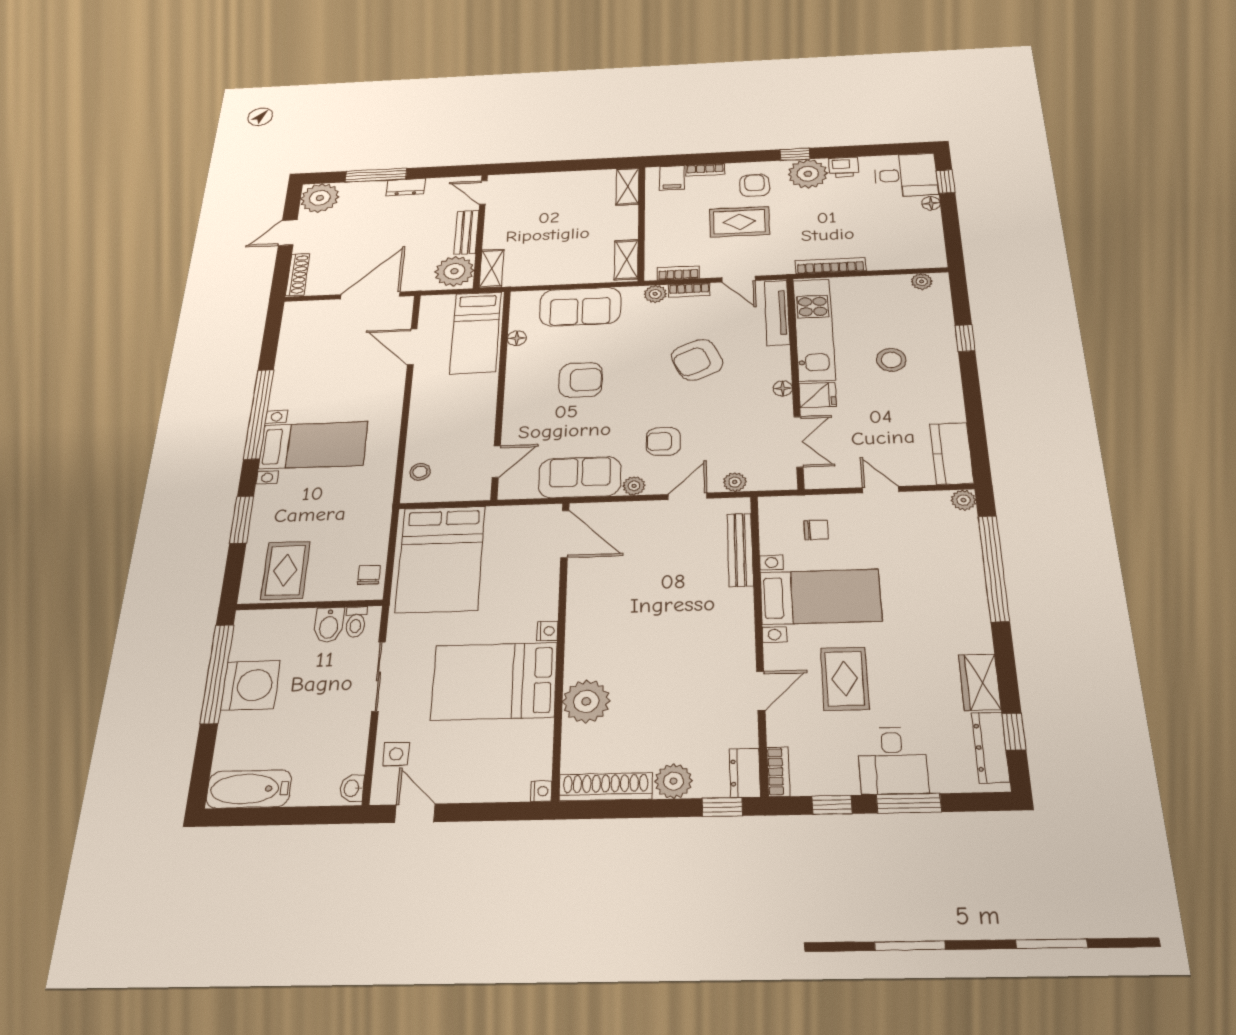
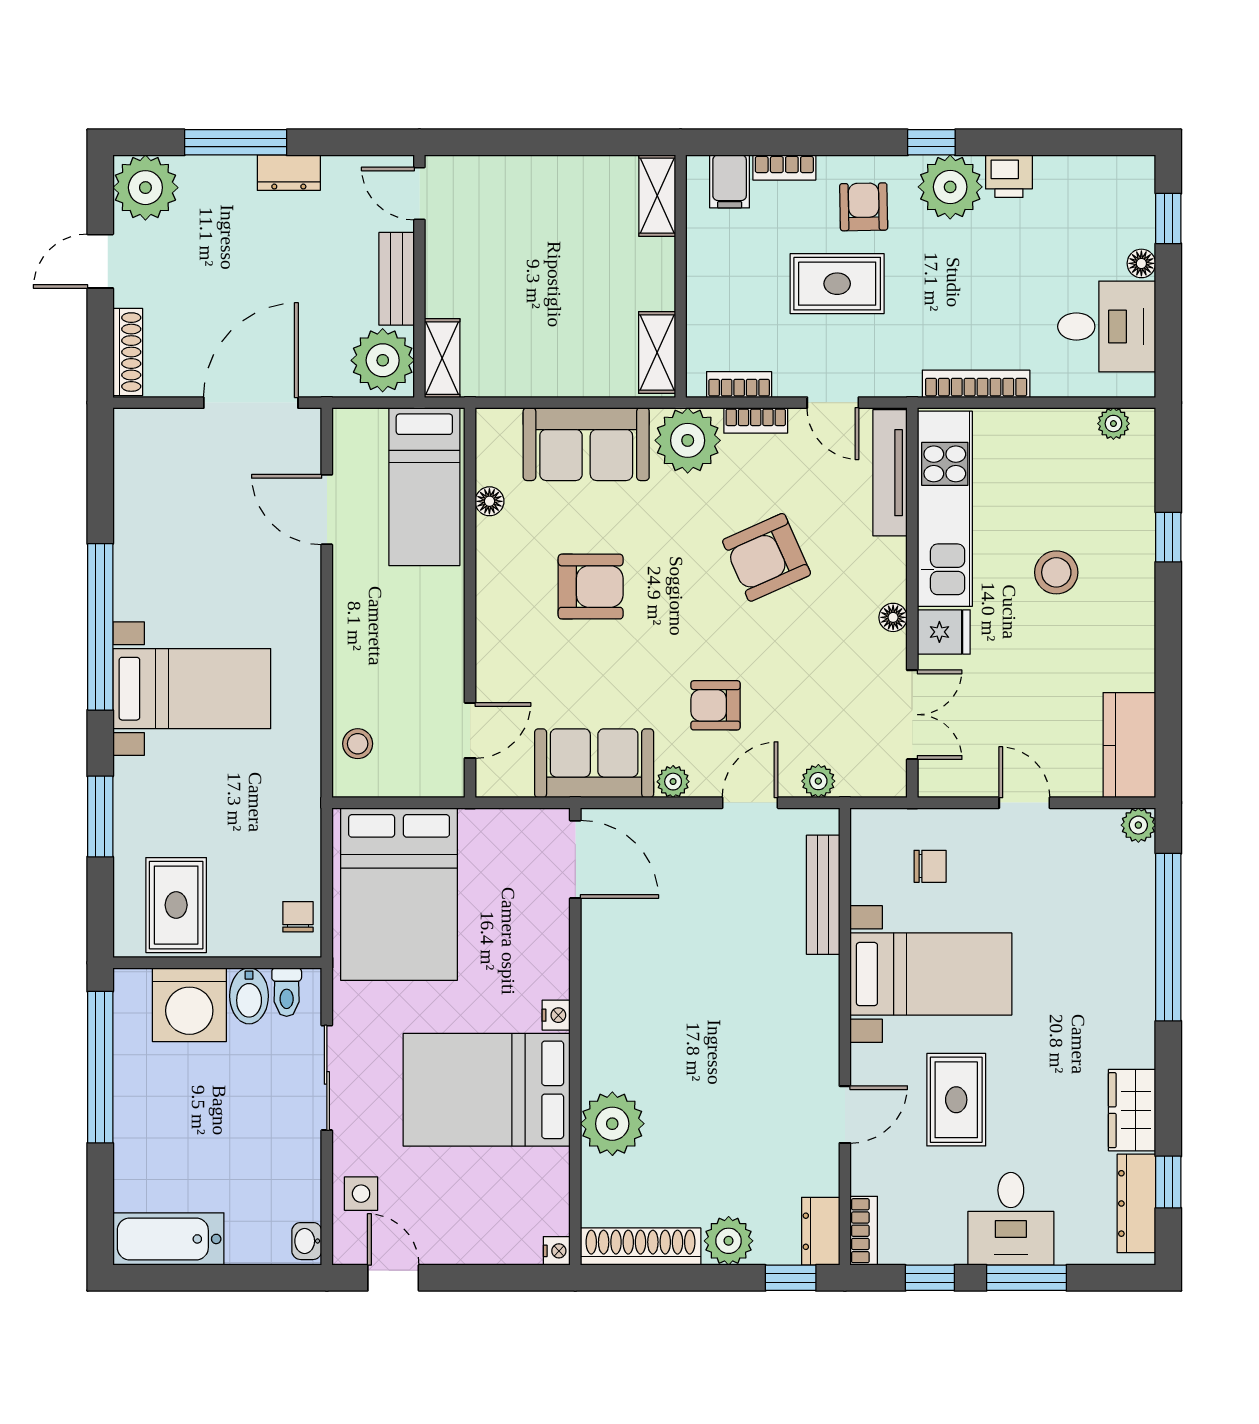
desk: (906, 175) -> (1107, 327), moved
plant: (655, 294) -> (688, 440), width x1.88, depth x1.88
washing machine: (250, 685) -> (189, 1005), moved, turned 90

